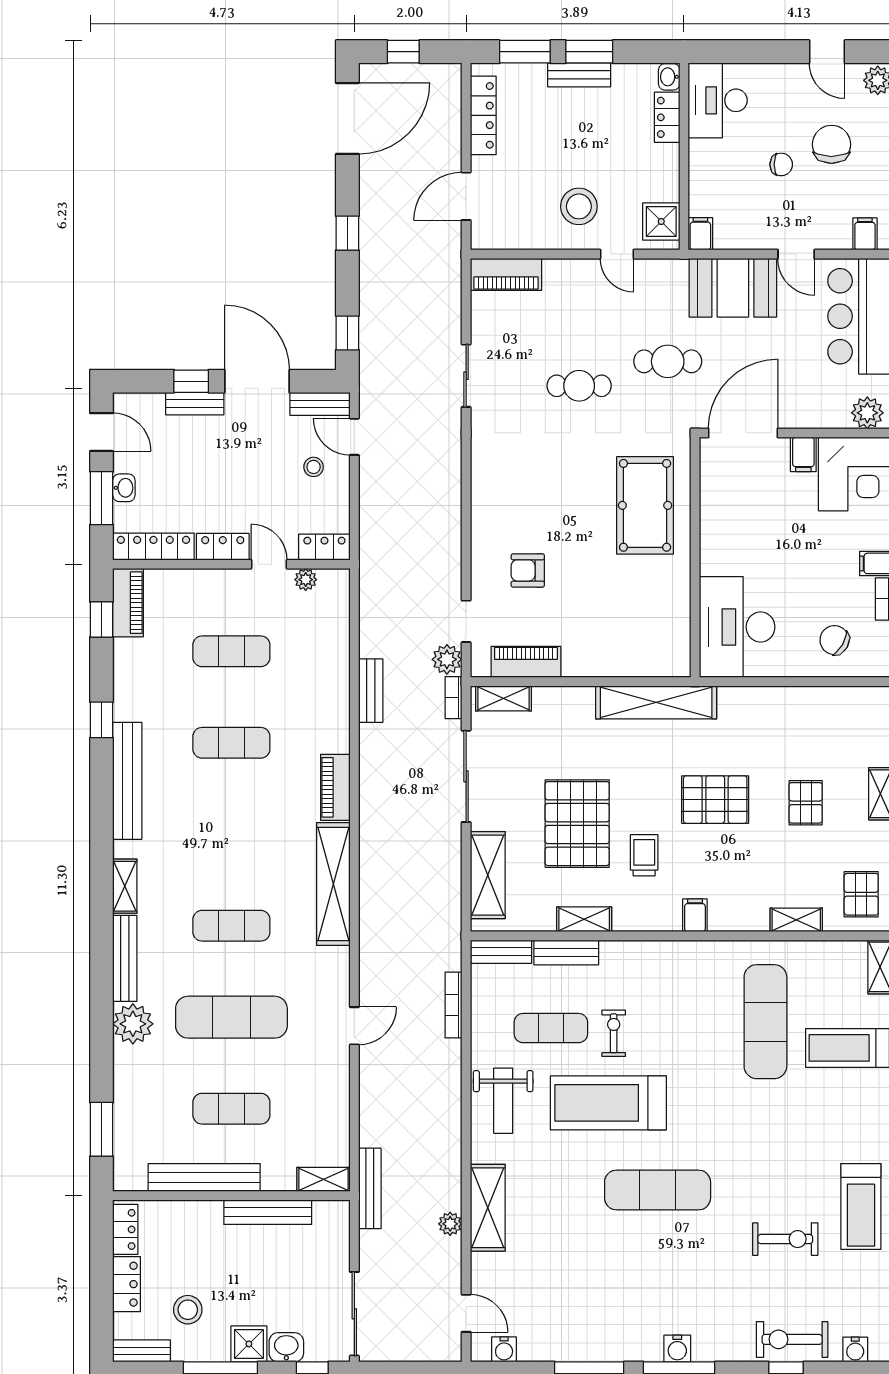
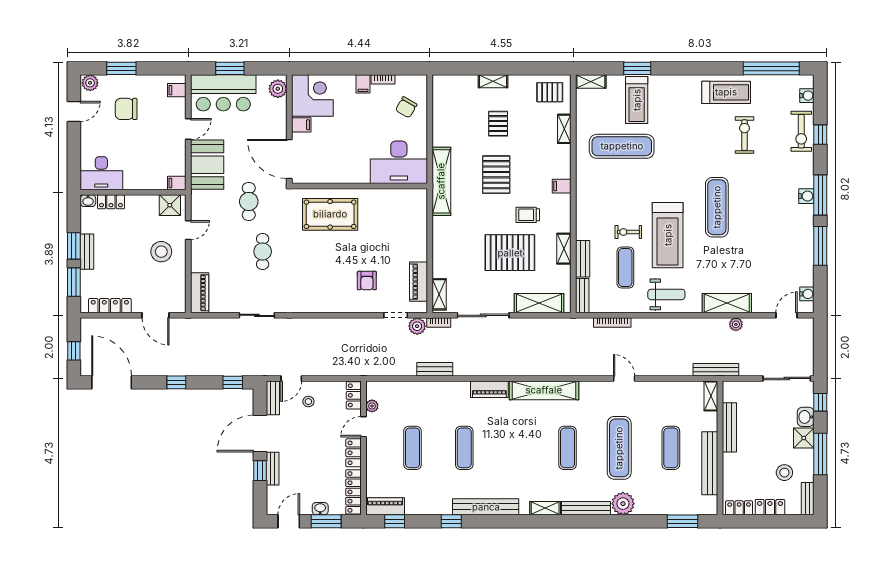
chair: (781, 164) -> (138, 137), removed
shelving: (656, 702) -> (441, 181), moved
pallet: (806, 803) -> (498, 124), turned 90

